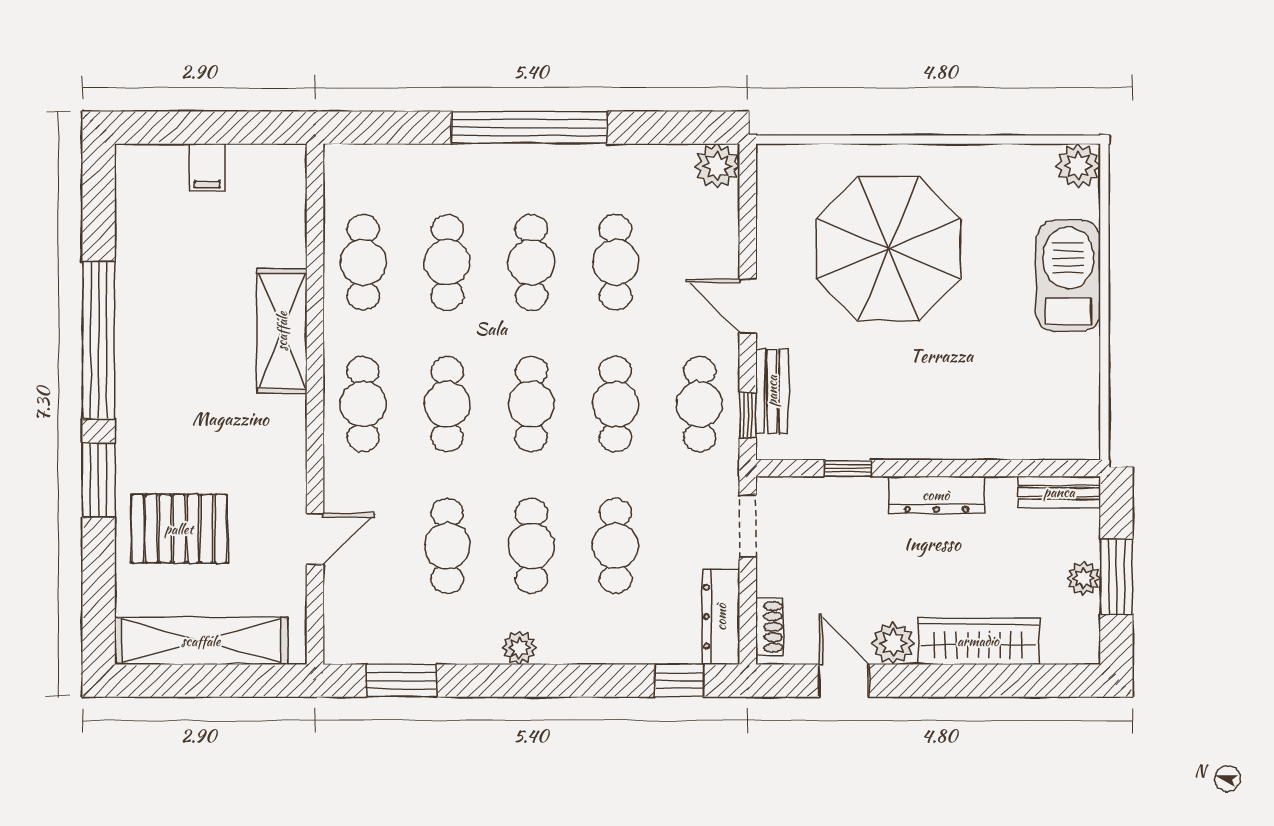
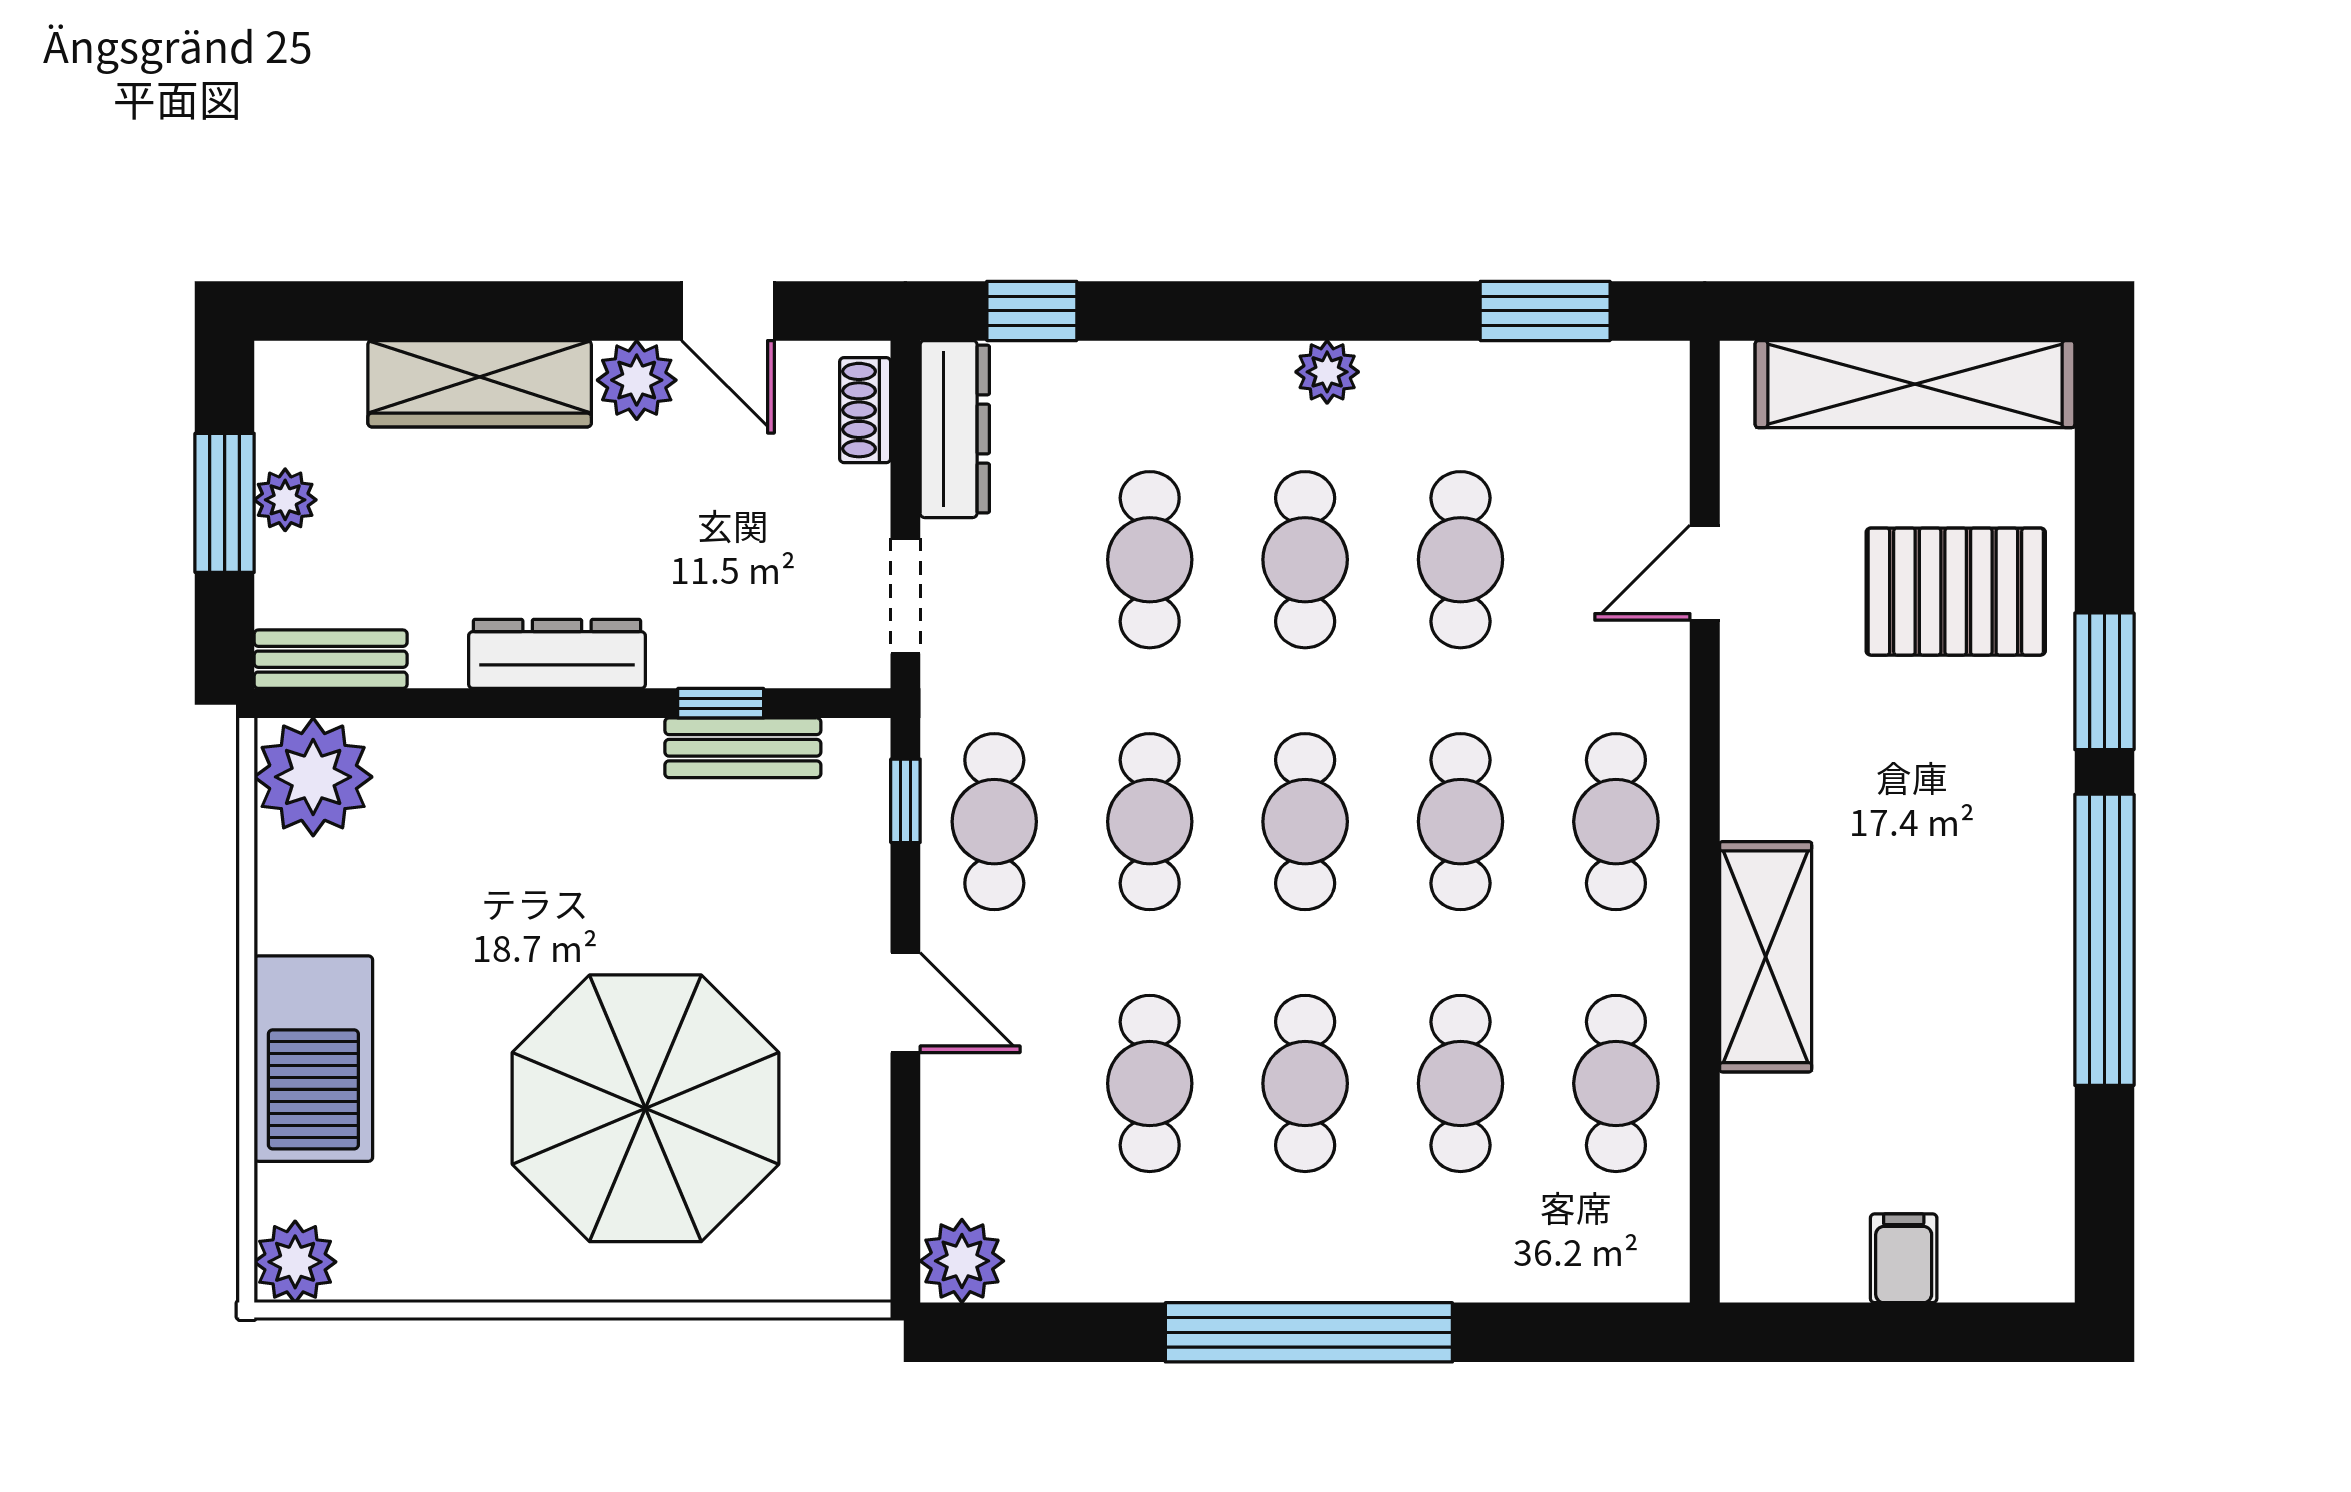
bench: (772, 391) -> (743, 748), moved, turned 90
plant: (1068, 428) -> (313, 777), added

